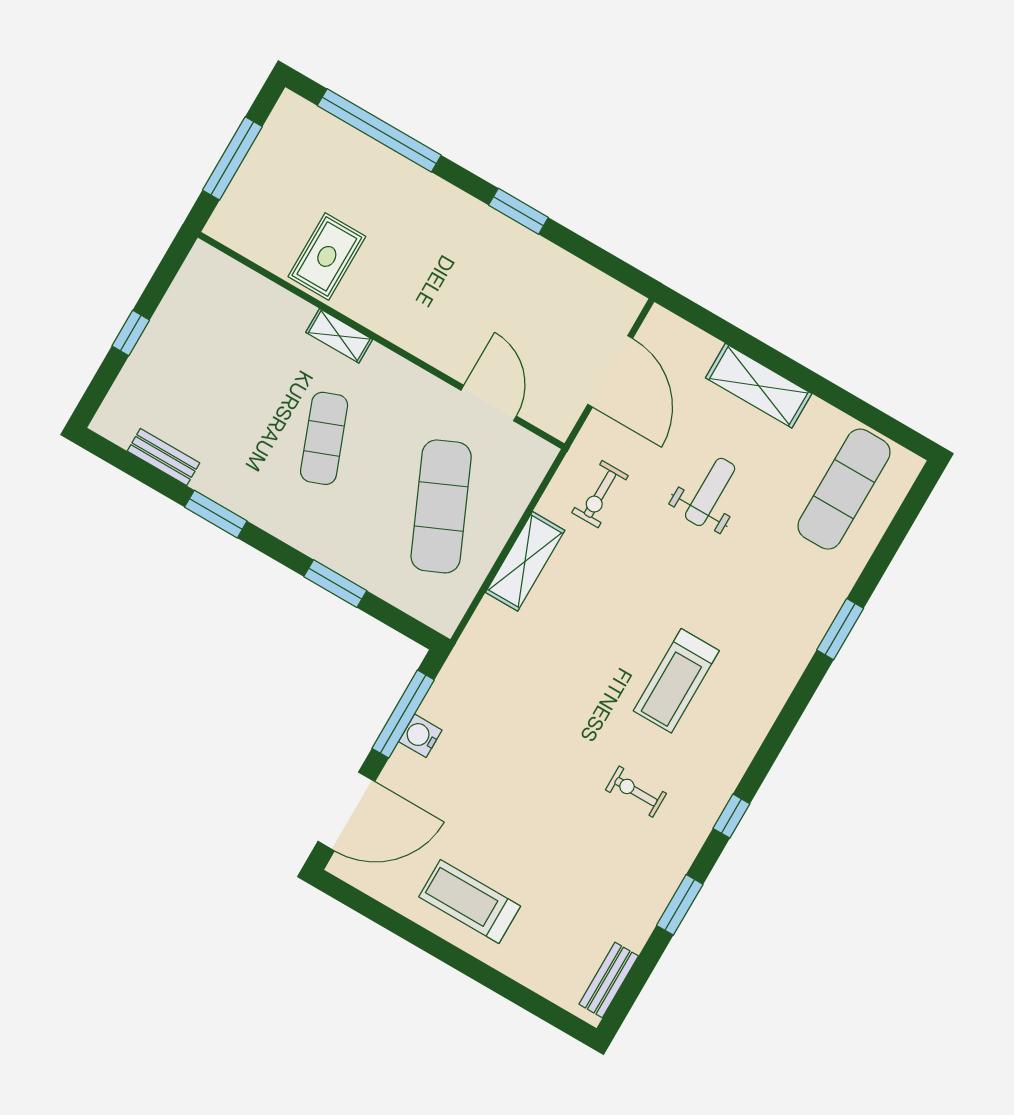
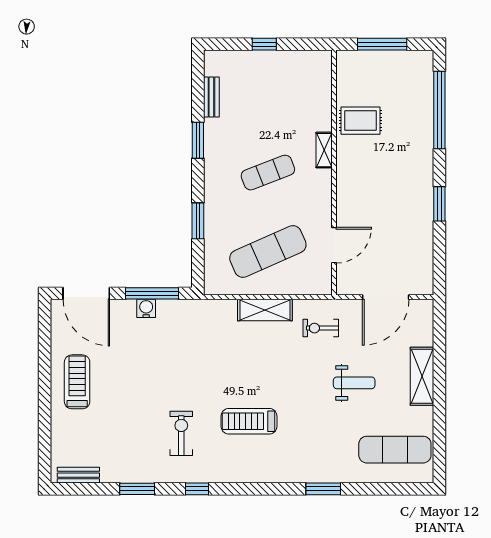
exercise bike: (636, 792) -> (181, 433), width x1.38, depth x1.39

